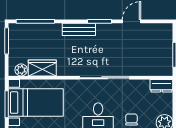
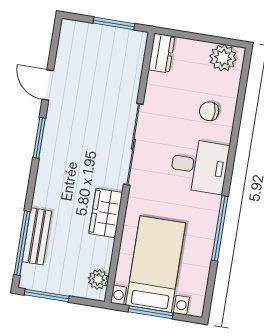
bench: (79, 29) -> (37, 236), moved
wardrobe: (42, 68) -> (106, 213), moved

